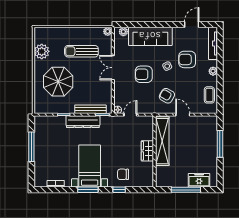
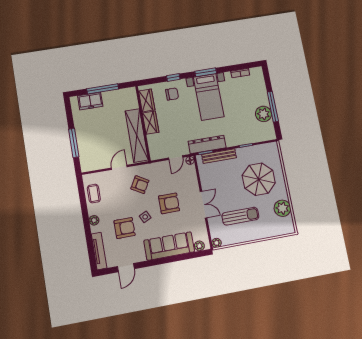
door: (183, 115) -> (119, 167), swing flipped
dresser: (83, 122) -> (207, 144), moved
plant: (42, 141) -> (263, 114), added
wardrobe: (147, 172) -> (147, 100), added

